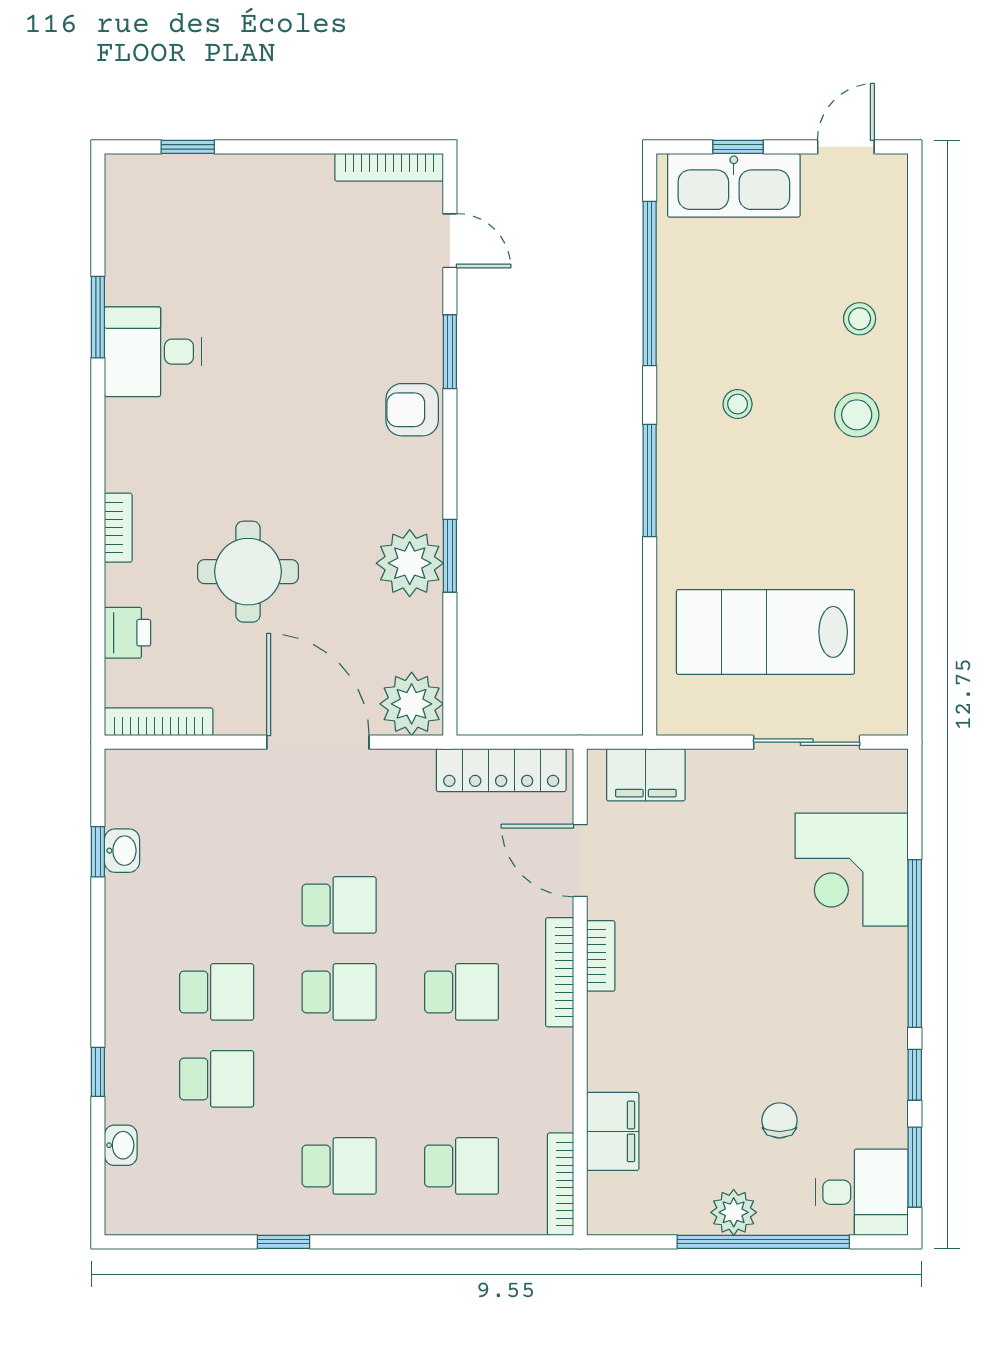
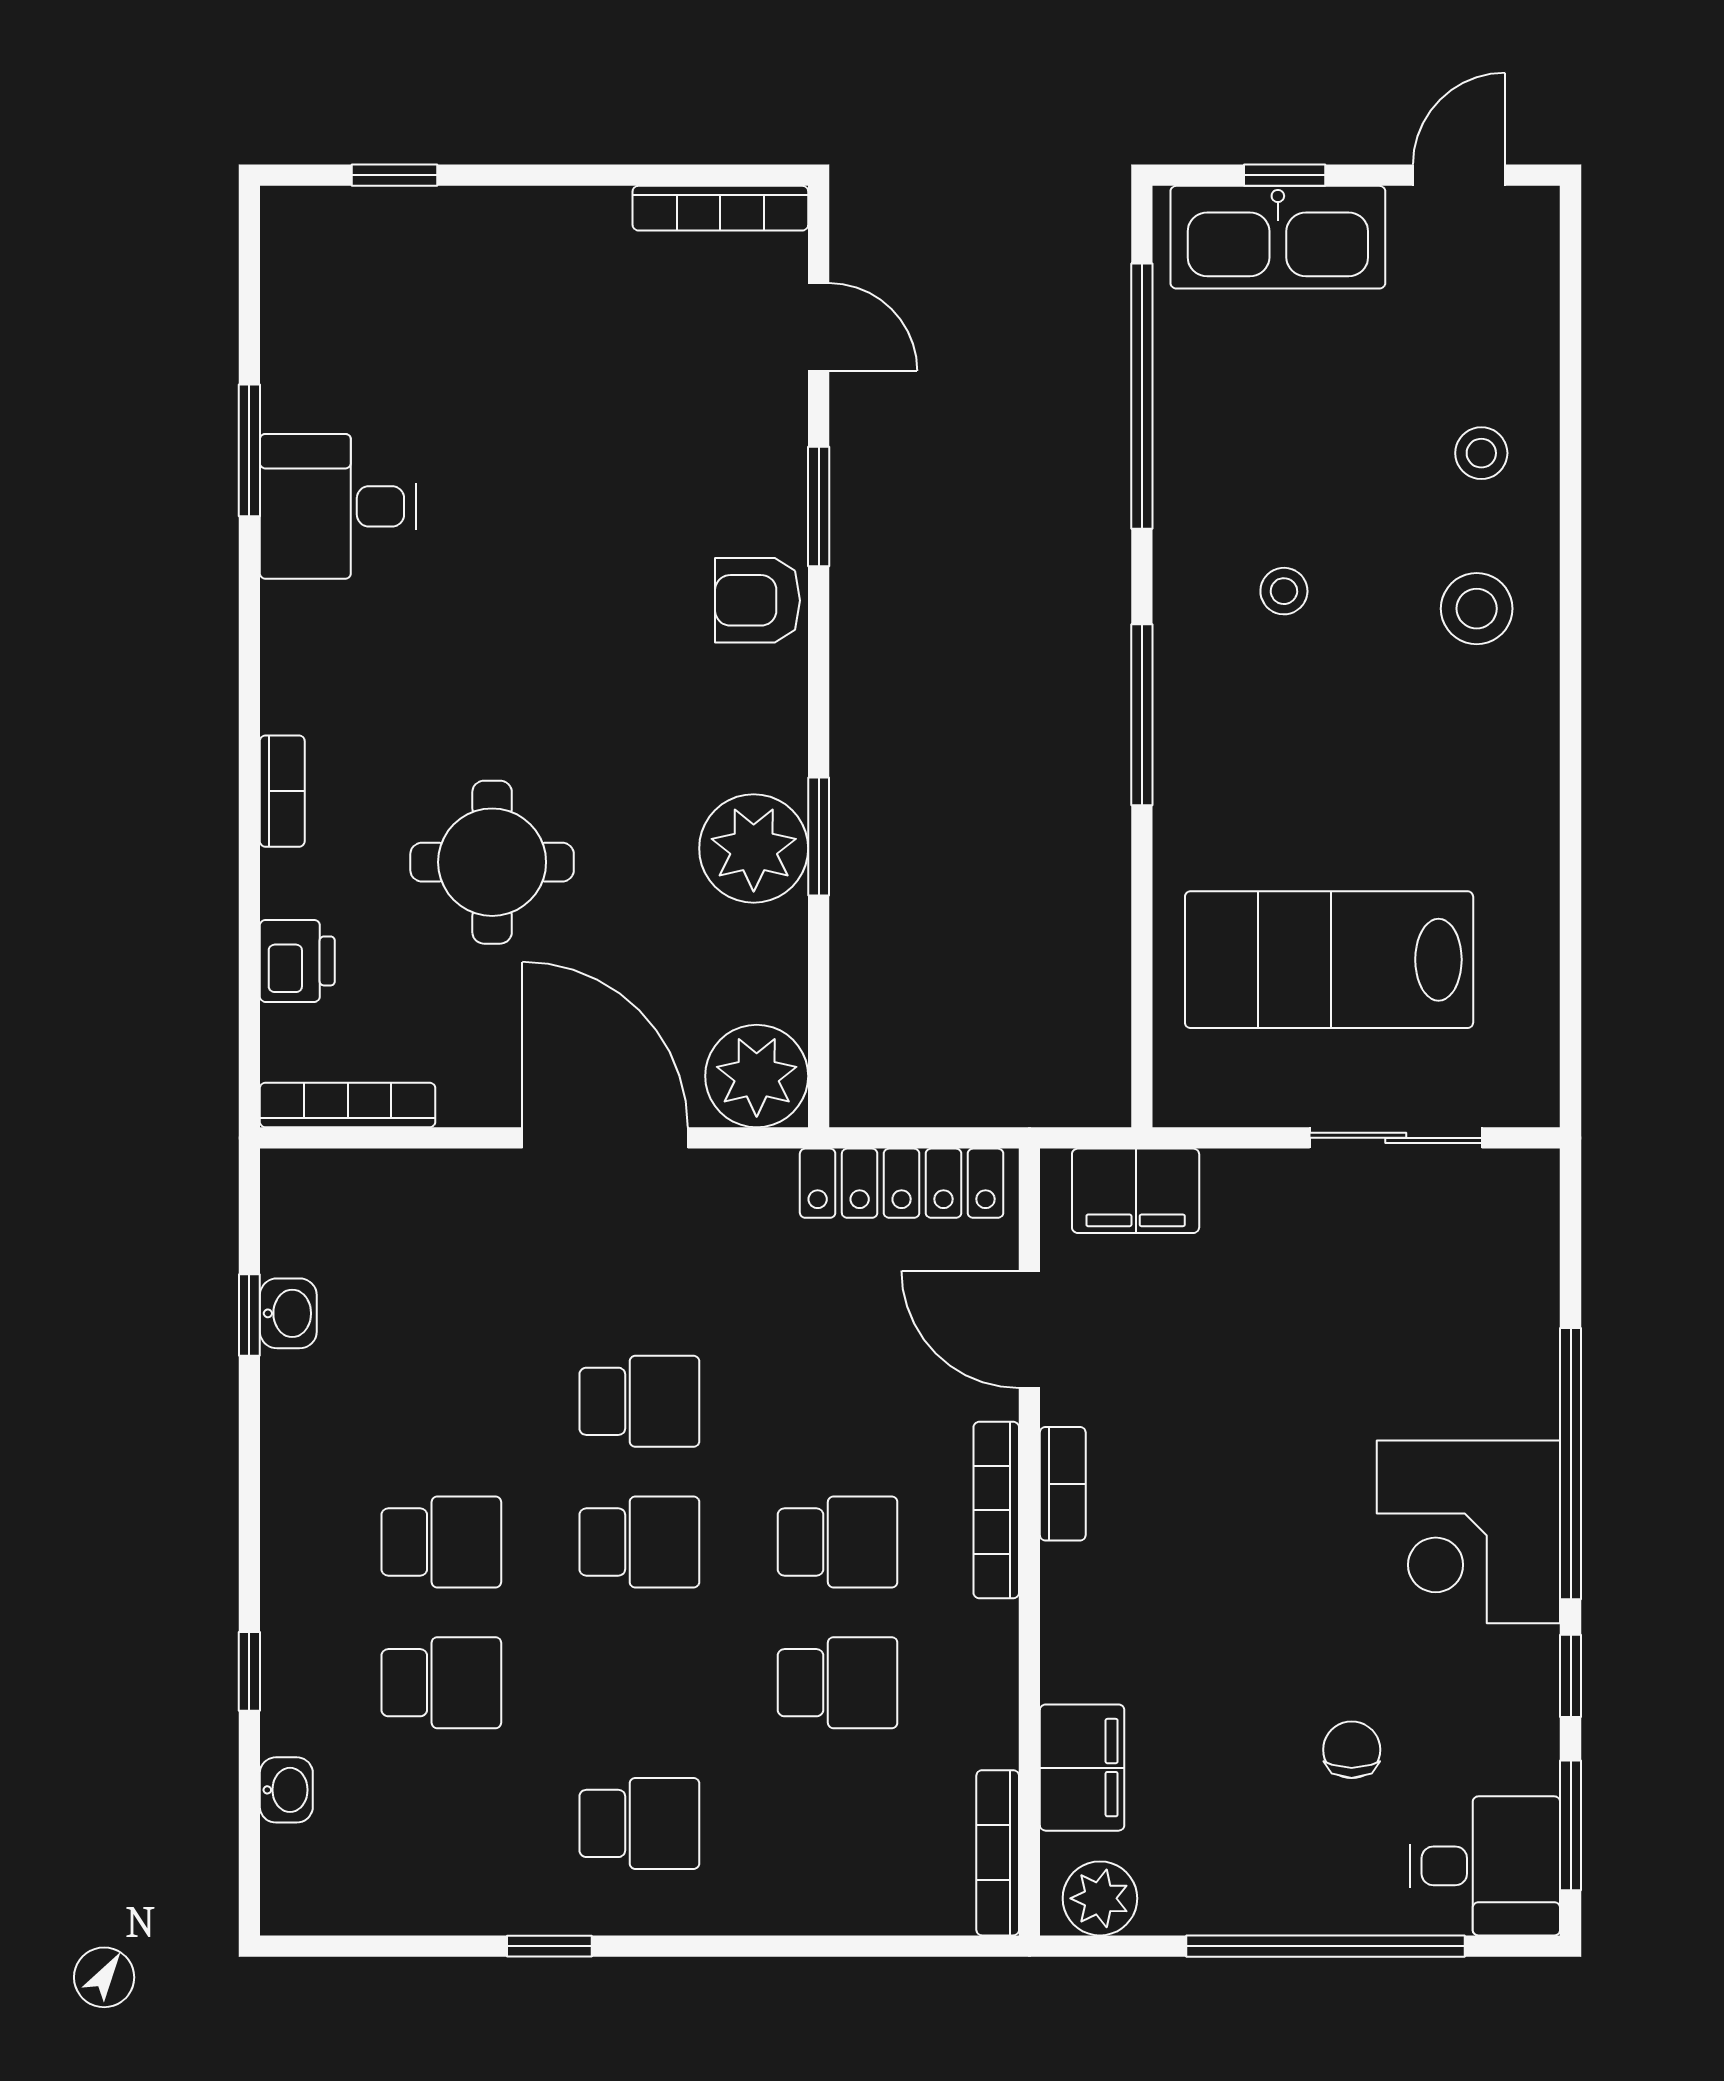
corner desk: (852, 870) -> (1468, 1532), moved
school desk: (462, 1166) -> (837, 1683), moved
plant: (734, 1212) -> (1100, 1898), moved

